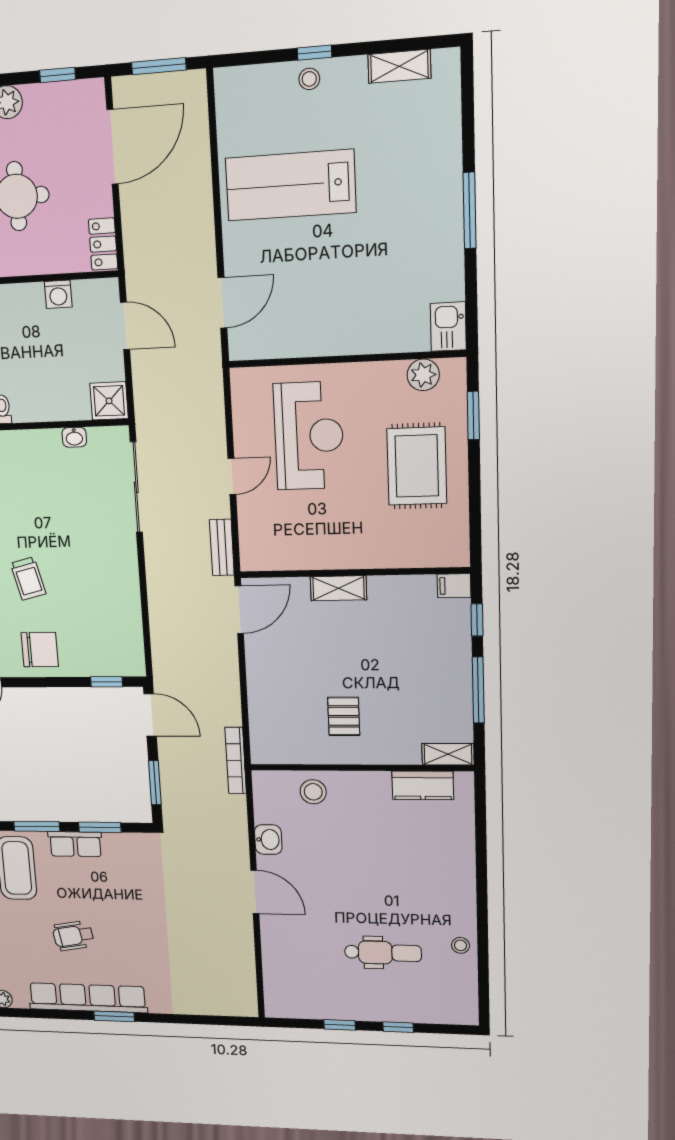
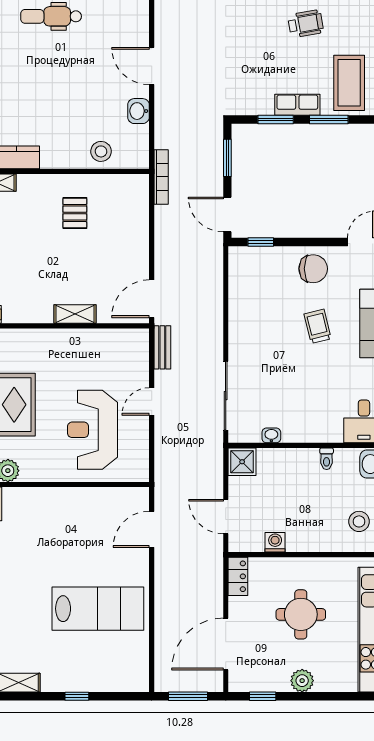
stool: (309, 79) -> (81, 679), removed
chair: (40, 650) -> (313, 269), turned 180

